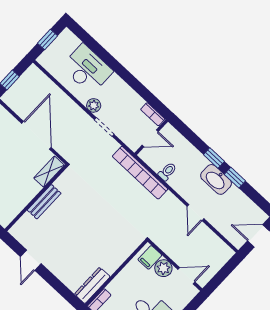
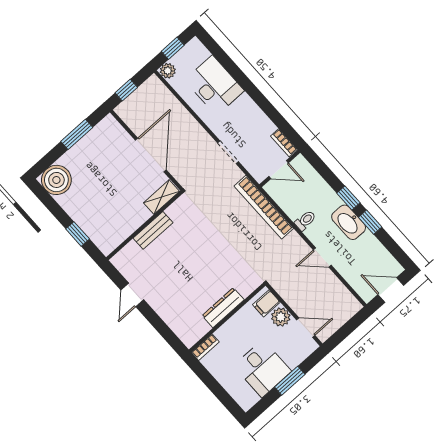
plant: (94, 105) -> (168, 71), moved
toilet: (167, 172) -> (305, 220), moved
door: (196, 213) -> (322, 257), hinge flipped
dresser: (92, 285) -> (223, 308), moved

